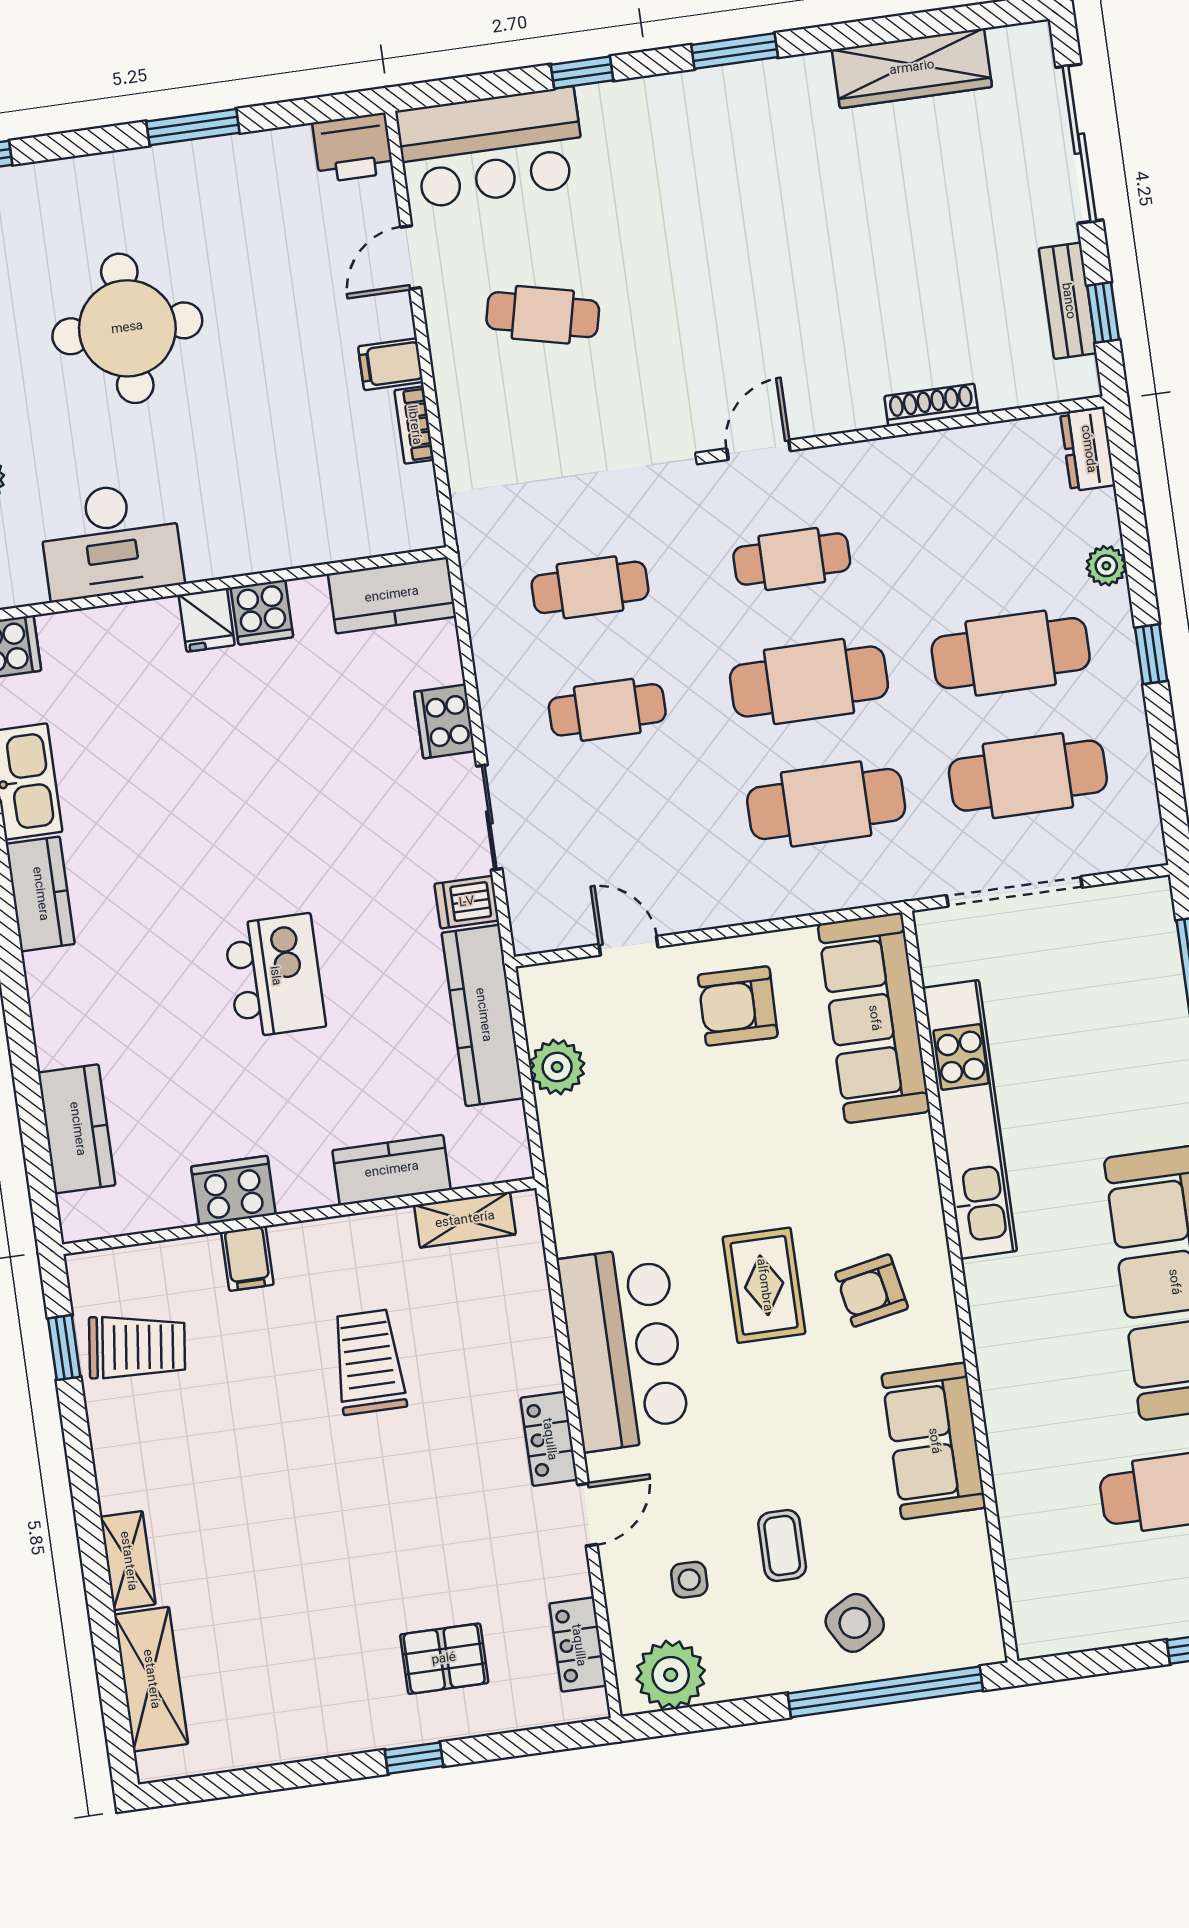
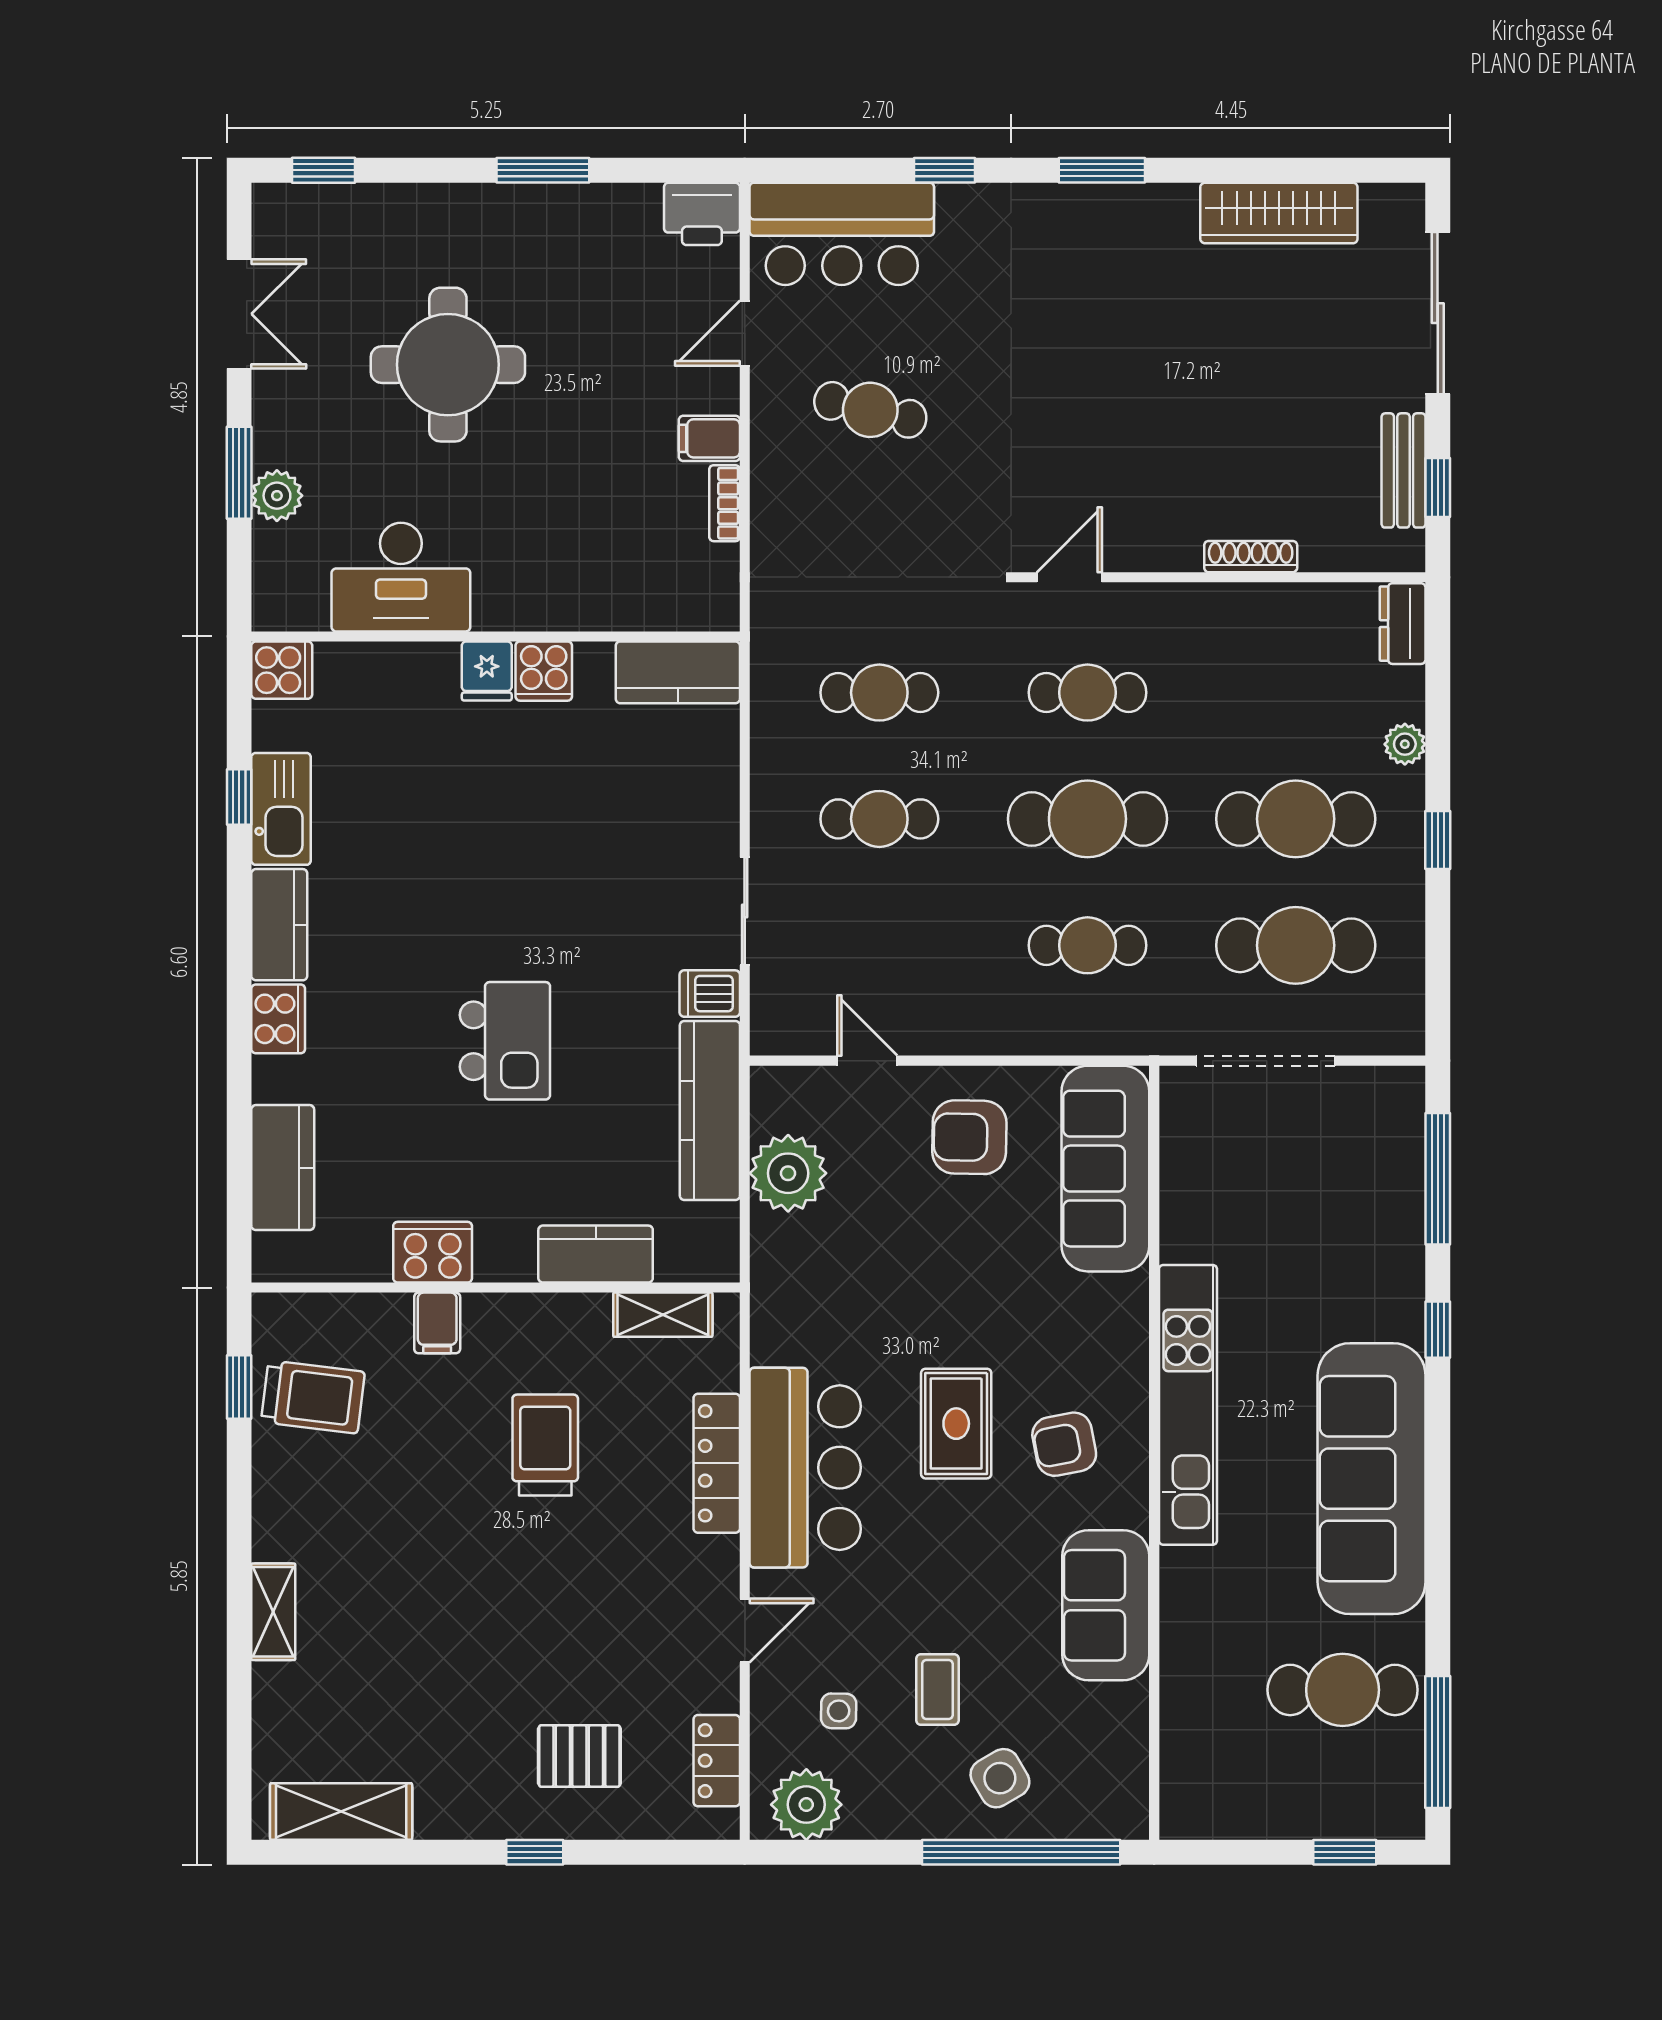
cooker: (445, 721) -> (278, 1019), moved, turned 180
cafe table: (826, 804) -> (1087, 945), width x0.73, depth x0.74
plant: (557, 1067) -> (788, 1173), width x1.36, depth x1.36
kitchen unit: (970, 1119) -> (1188, 1405), moved
locker: (549, 1439) -> (717, 1463), moved, width x1.53
shelving: (151, 1679) -> (341, 1812), moved, turned 90

